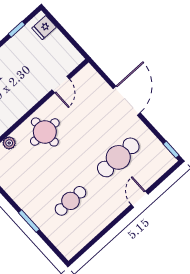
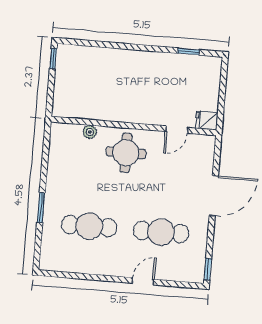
fridge: (44, 28) -> (207, 120), moved
cafe table: (71, 201) -> (89, 226), width x1.37, depth x1.35

